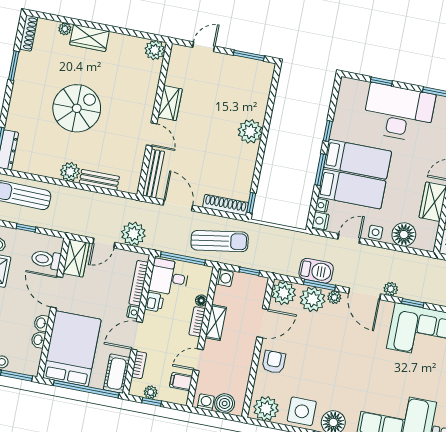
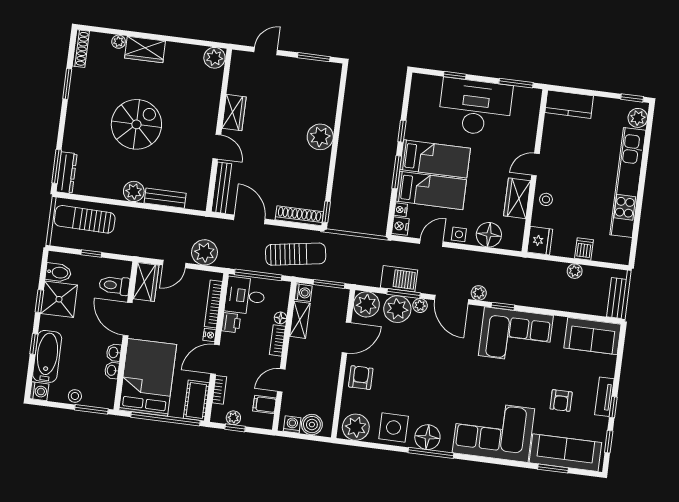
window: (249, 271) -> (329, 284), width x1.50
shelving: (216, 322) -> (300, 320), moved

